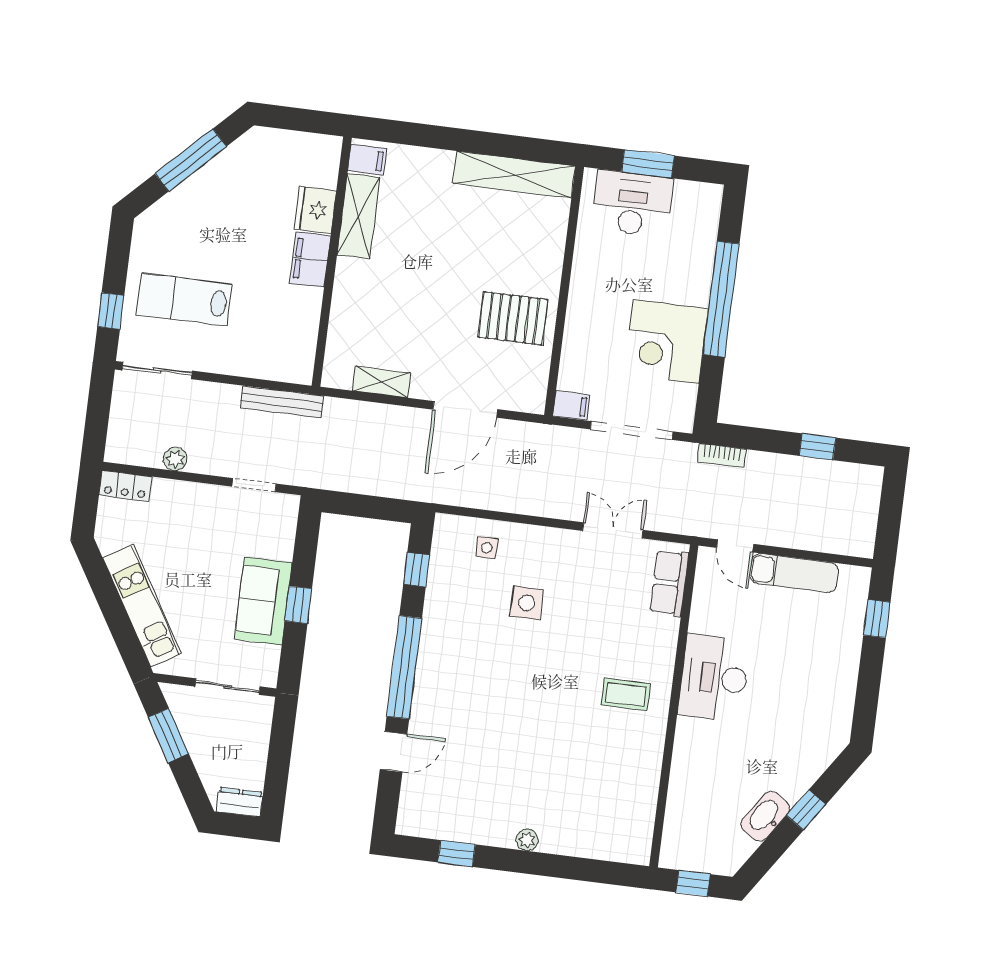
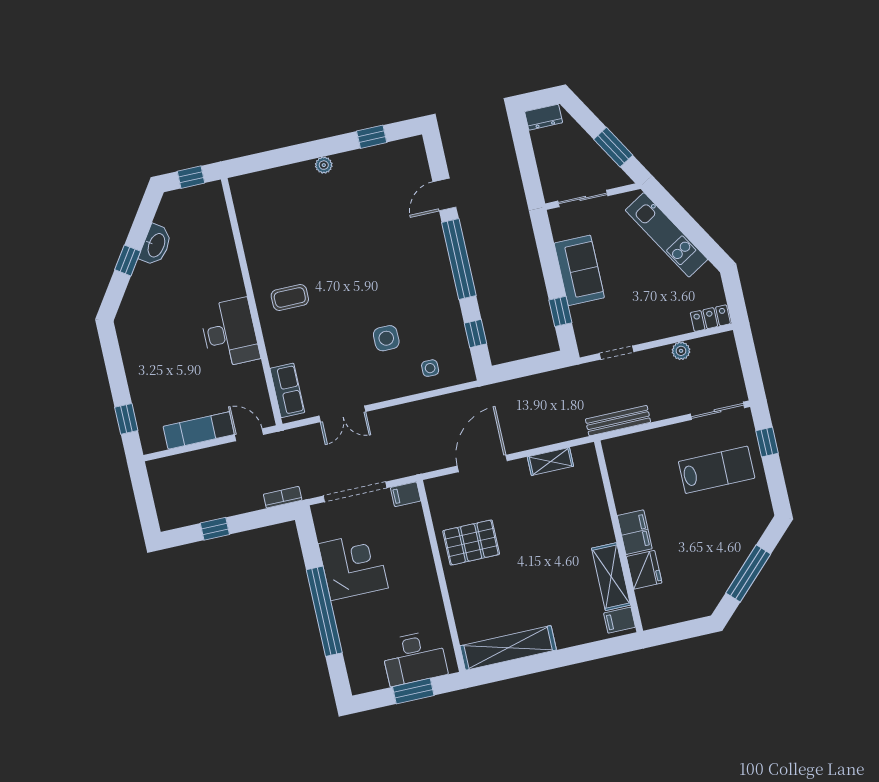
window: (298, 605) -> (560, 311), moved

